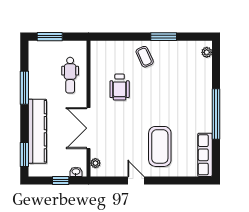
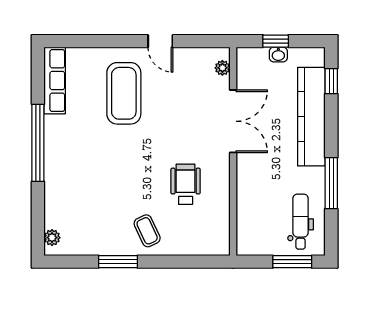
dental chair: (70, 75) -> (301, 222), moved
window: (24, 154) -> (331, 81), width x0.67
washbasin: (76, 172) -> (278, 55), moved

